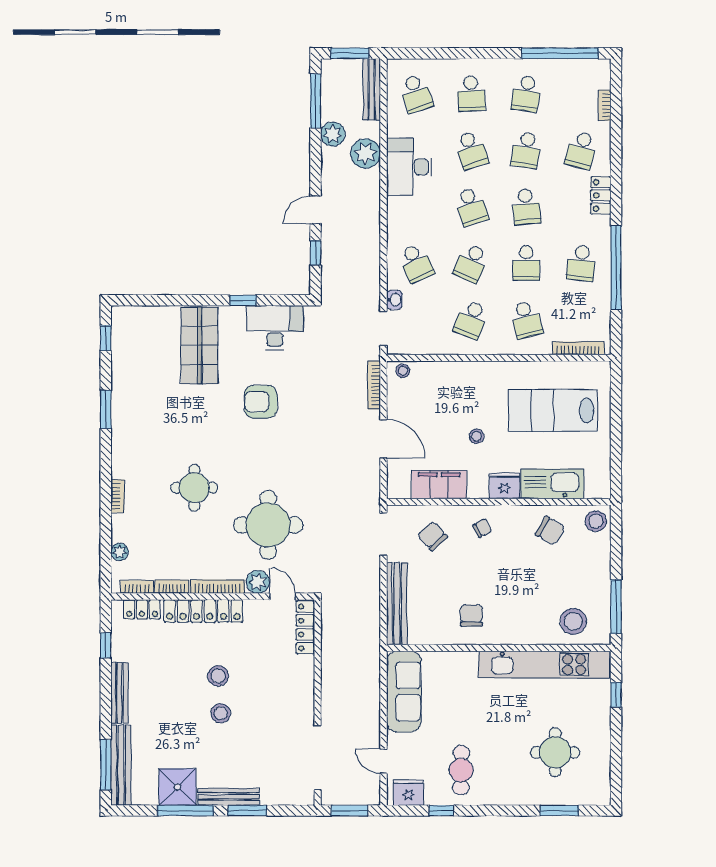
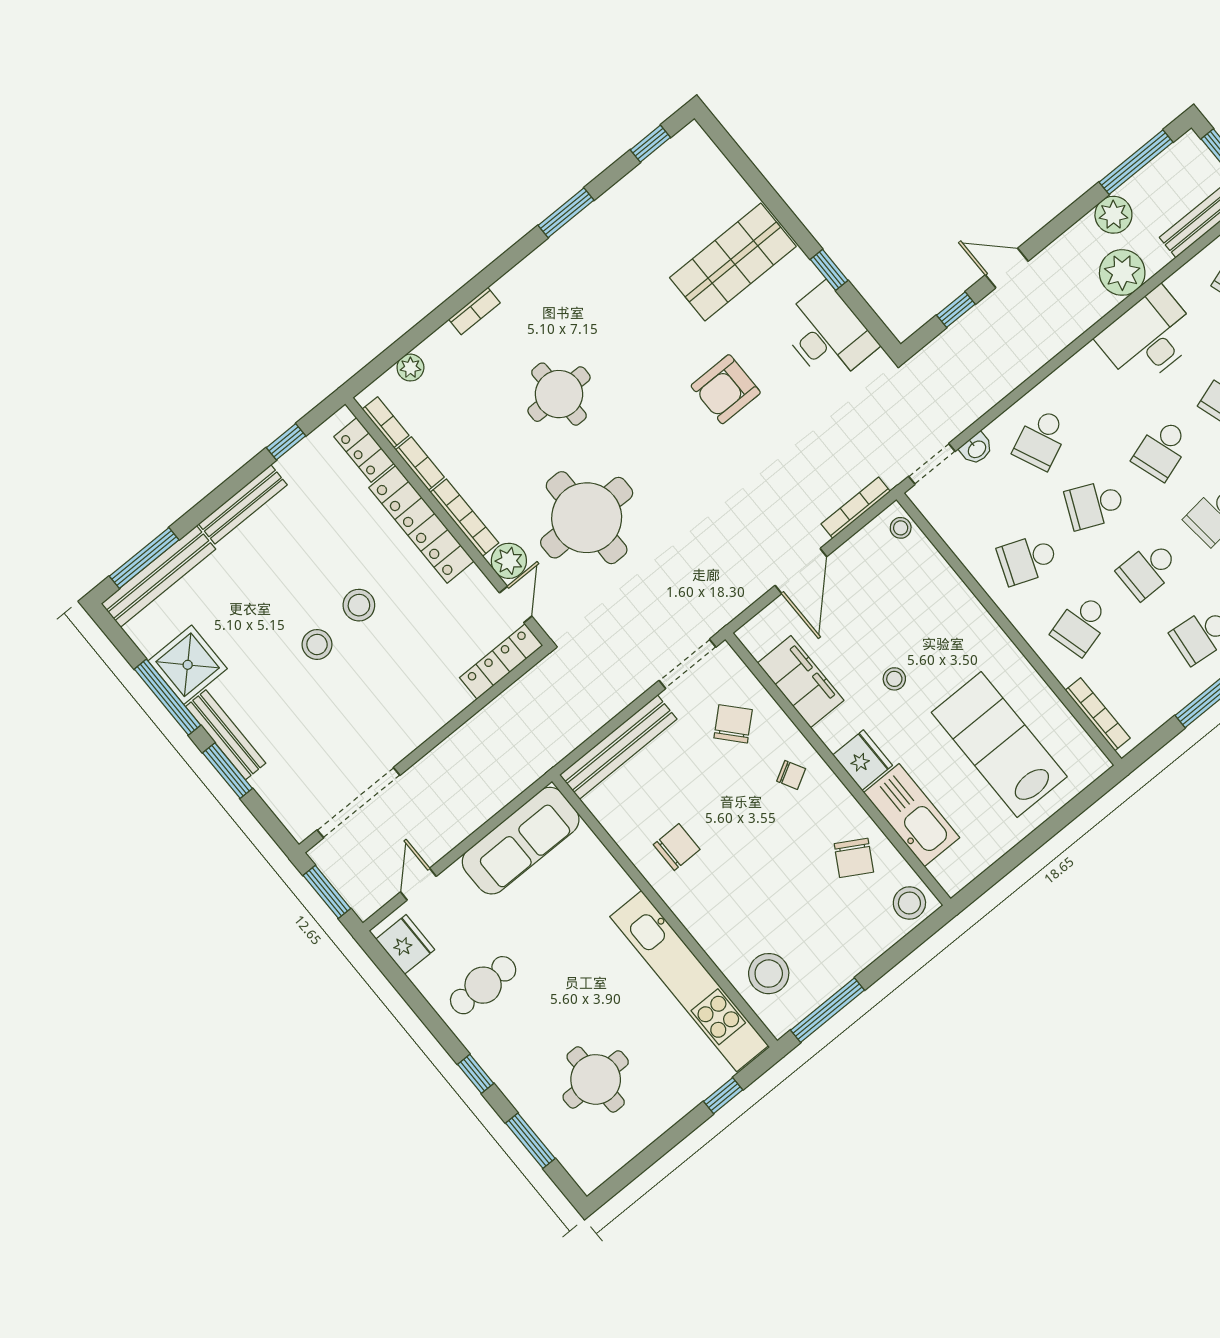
armchair: (261, 402) -> (726, 389), turned -90
window: (442, 811) -> (476, 1074), moved

